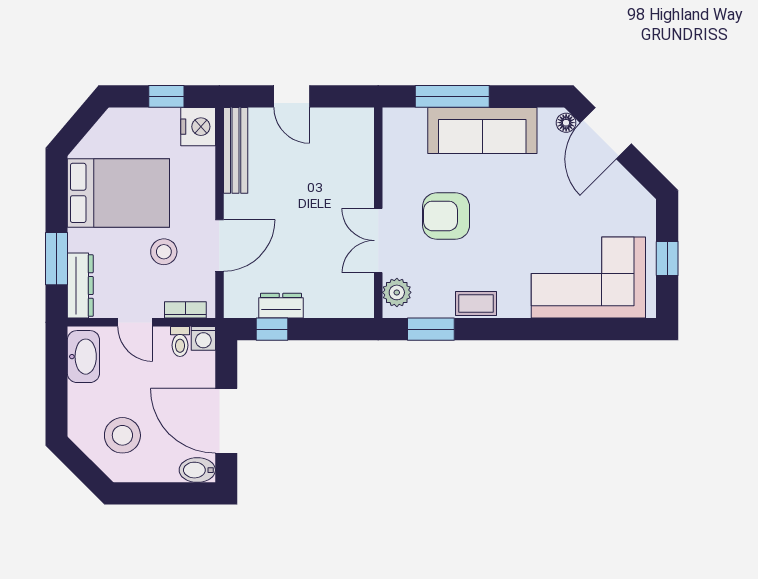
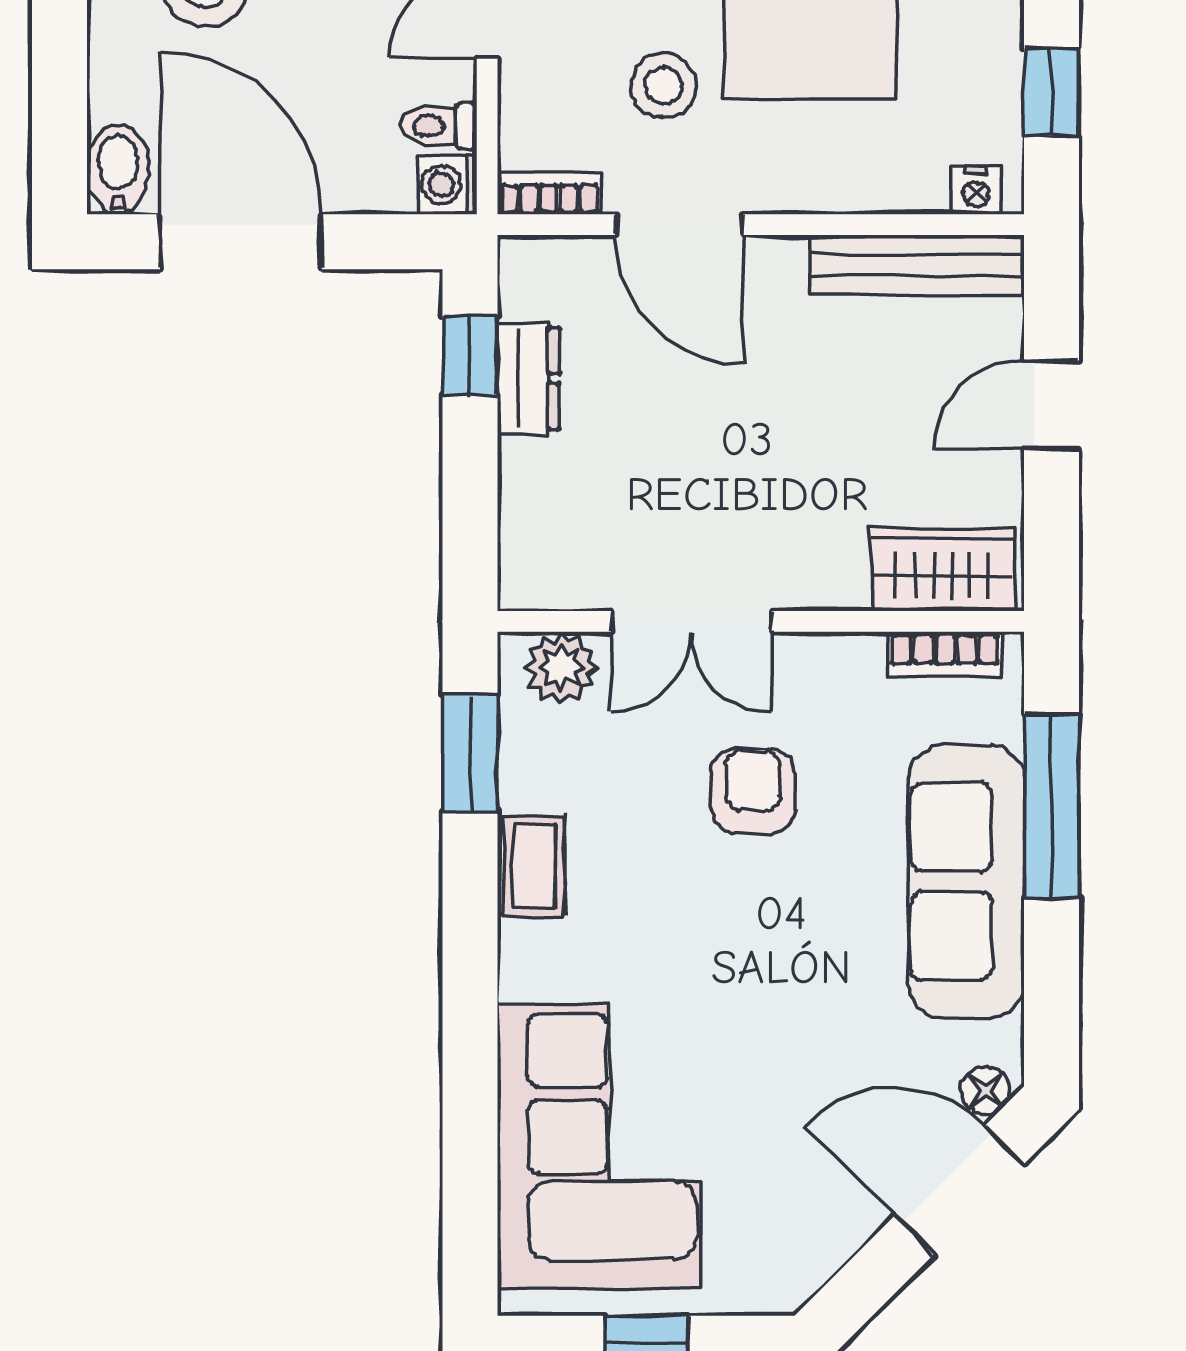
nightstand: (198, 127) -> (976, 190), width x0.53, depth x0.56
bookcase: (391, 139) -> (945, 654), added
wardrobe: (357, 140) -> (943, 569), added
armchair: (446, 216) -> (753, 791), width x0.72, depth x0.72
double door: (378, 241) -> (691, 621), swing flipped
bookcase: (185, 310) -> (549, 194), moved, turned -90
door: (226, 421) -> (241, 242), hinge flipped

